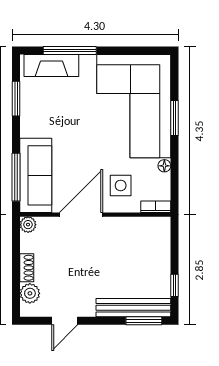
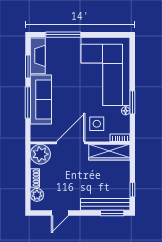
fireplace: (51, 65) -> (38, 56), moved, turned -90
window: (174, 118) -> (132, 102), moved
sofa: (36, 175) -> (41, 99), moved
window: (16, 177) -> (28, 102), moved
plant: (28, 225) -> (40, 154), width x1.87, depth x1.87
wardrobe: (140, 229) -> (109, 152), added

